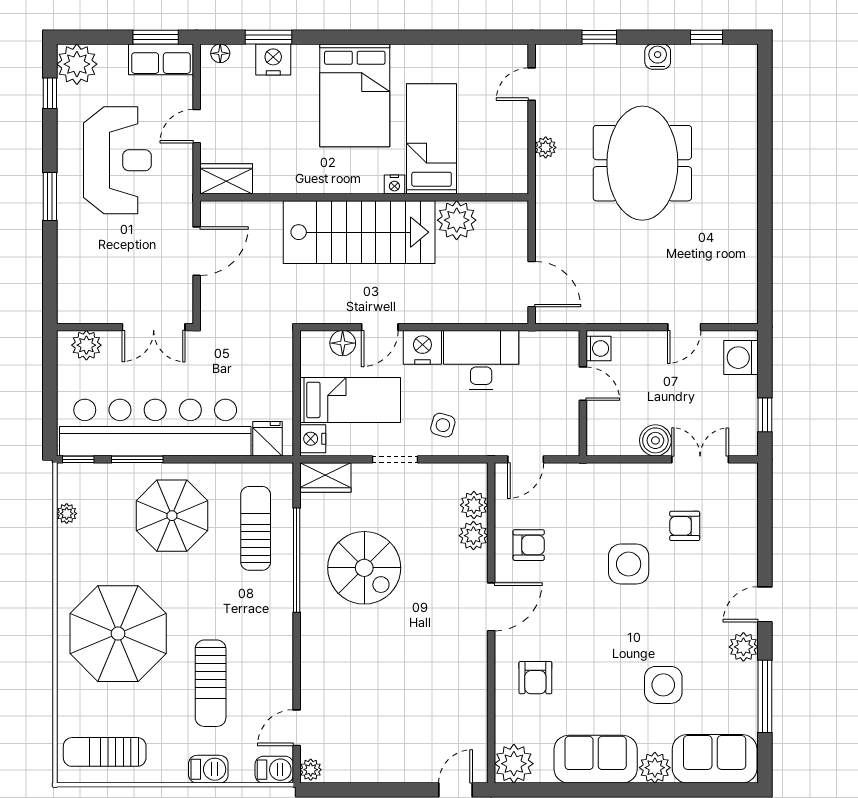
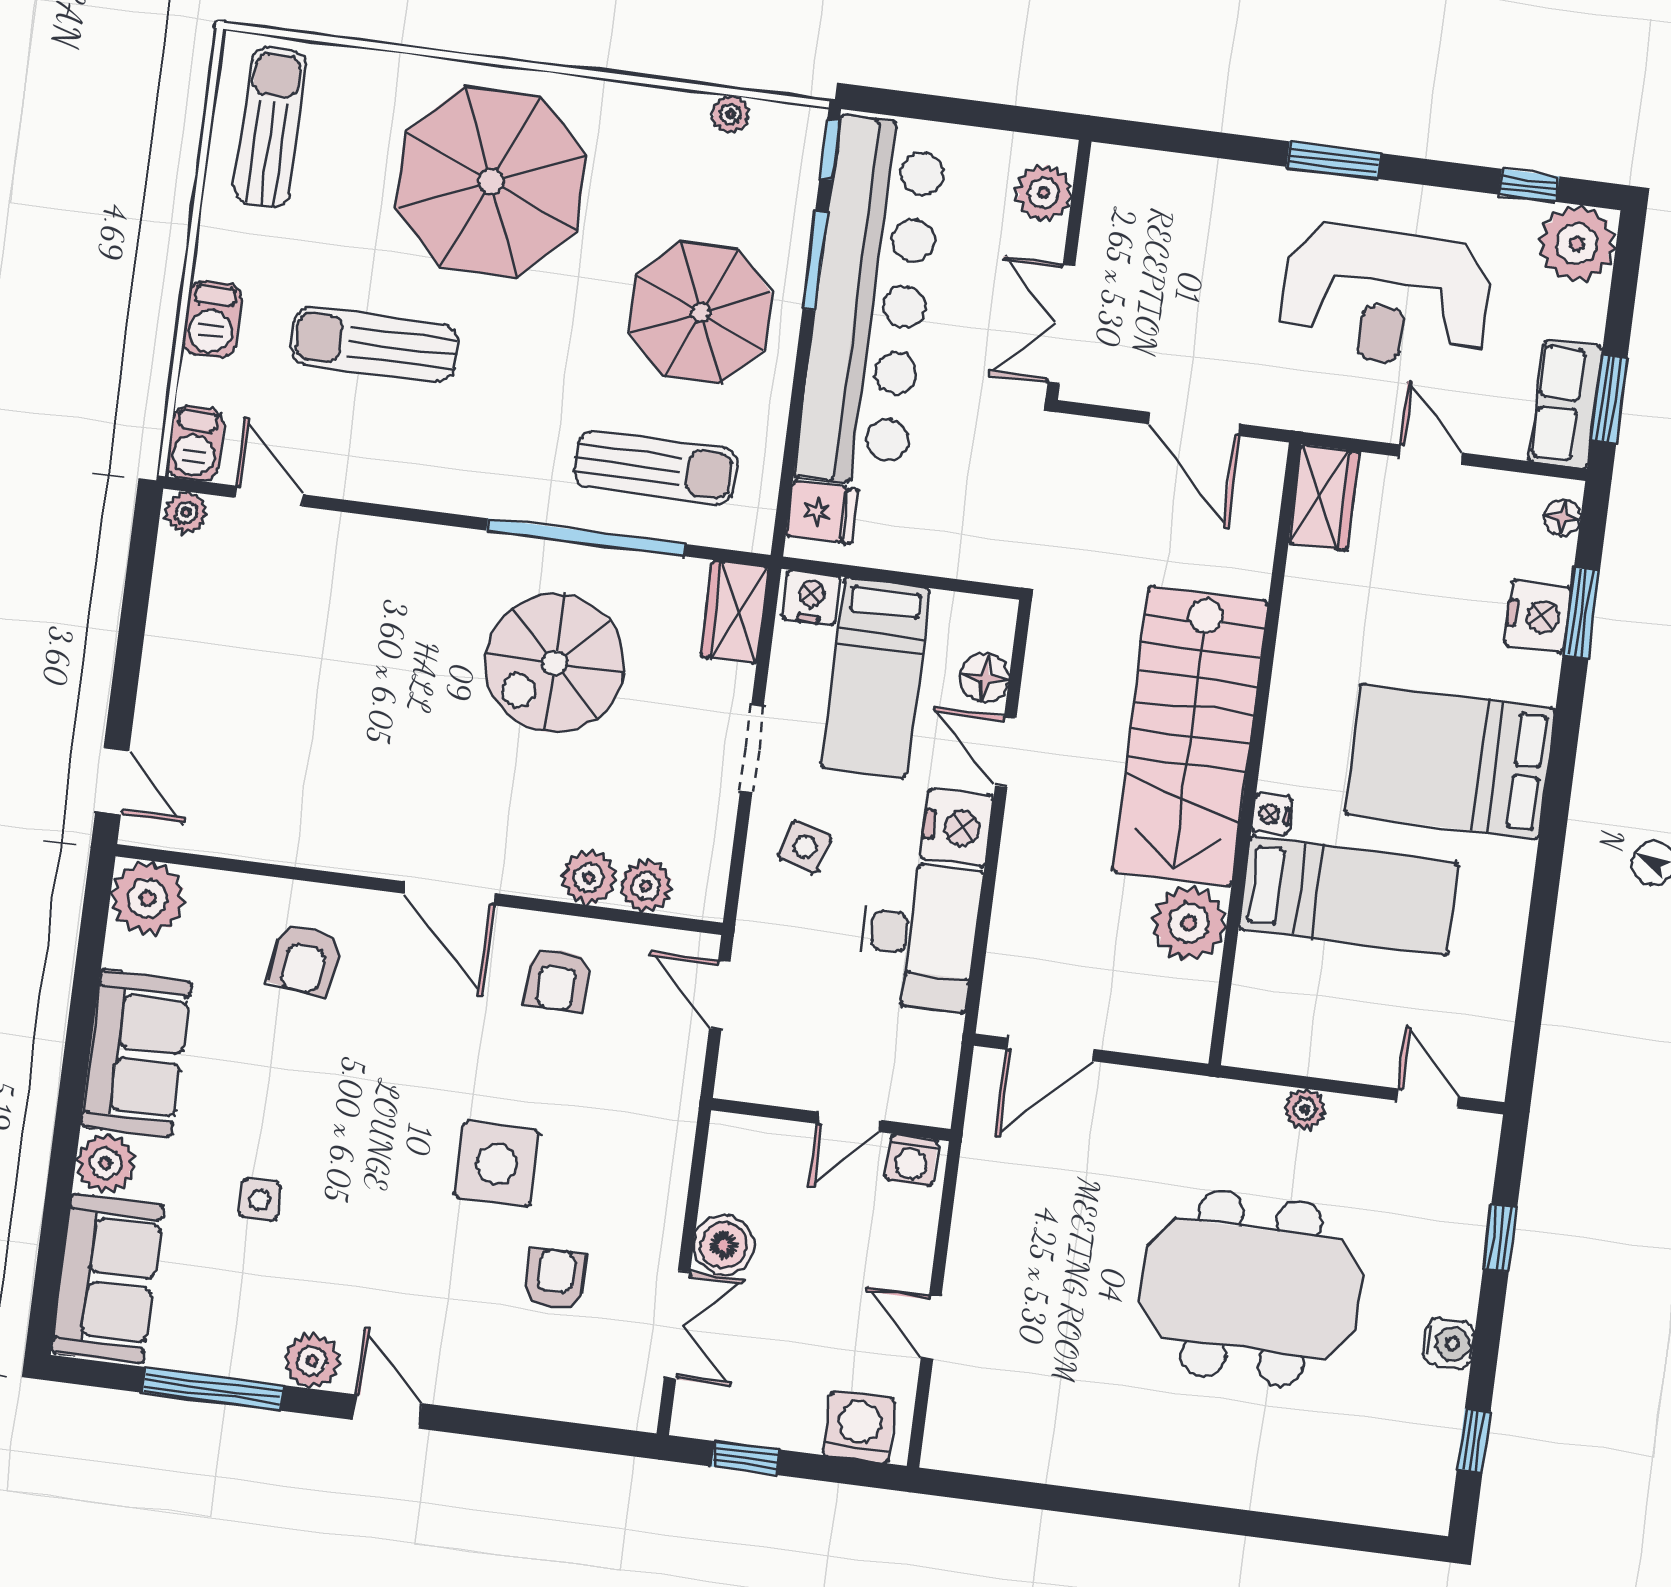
armchair: (535, 678) -> (305, 960), turned -82
side table: (663, 685) -> (260, 1200), width x0.54, depth x0.54

